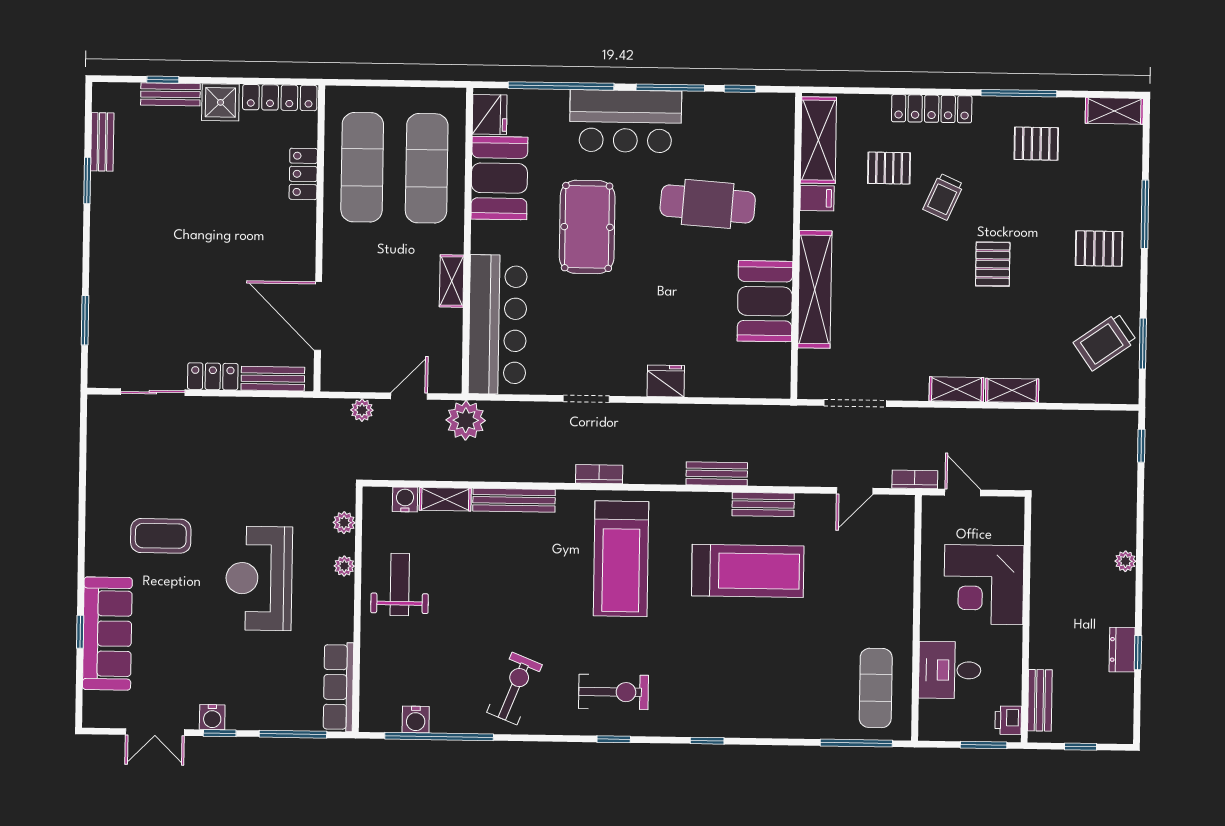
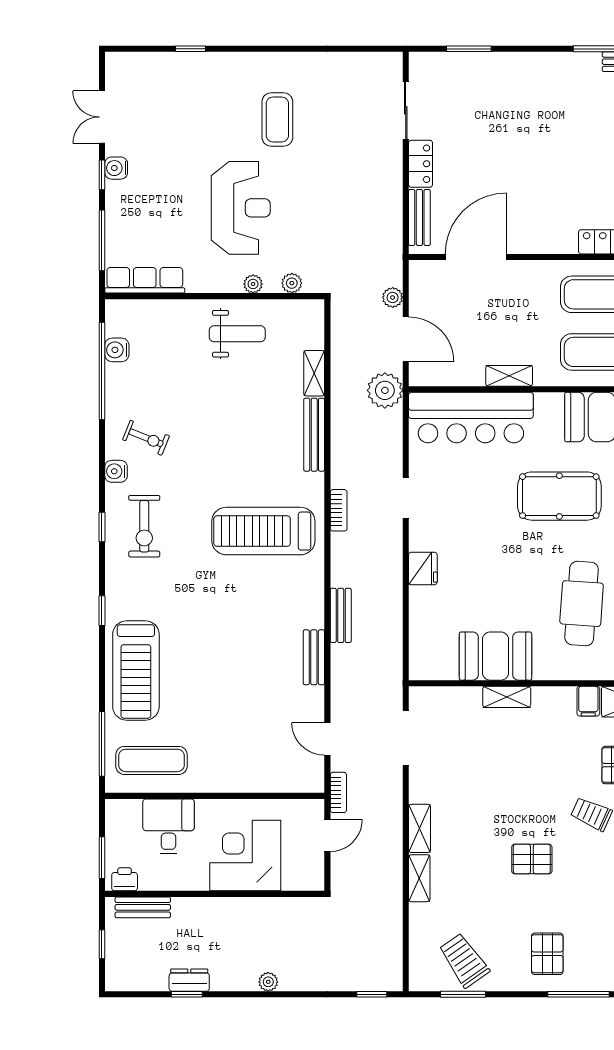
shelving: (815, 289) -> (507, 697), width x0.45, depth x0.75
door: (409, 396) -> (406, 339), width x1.38
water cooler: (405, 499) -> (116, 471), moved, turned 180
treadmill: (748, 571) -> (136, 670), moved
reception desk: (259, 578) -> (241, 208), turned 90
sofa: (107, 634) -> (189, 73), removed
exercise bike: (515, 688) -> (146, 438), width x0.73, depth x0.72

